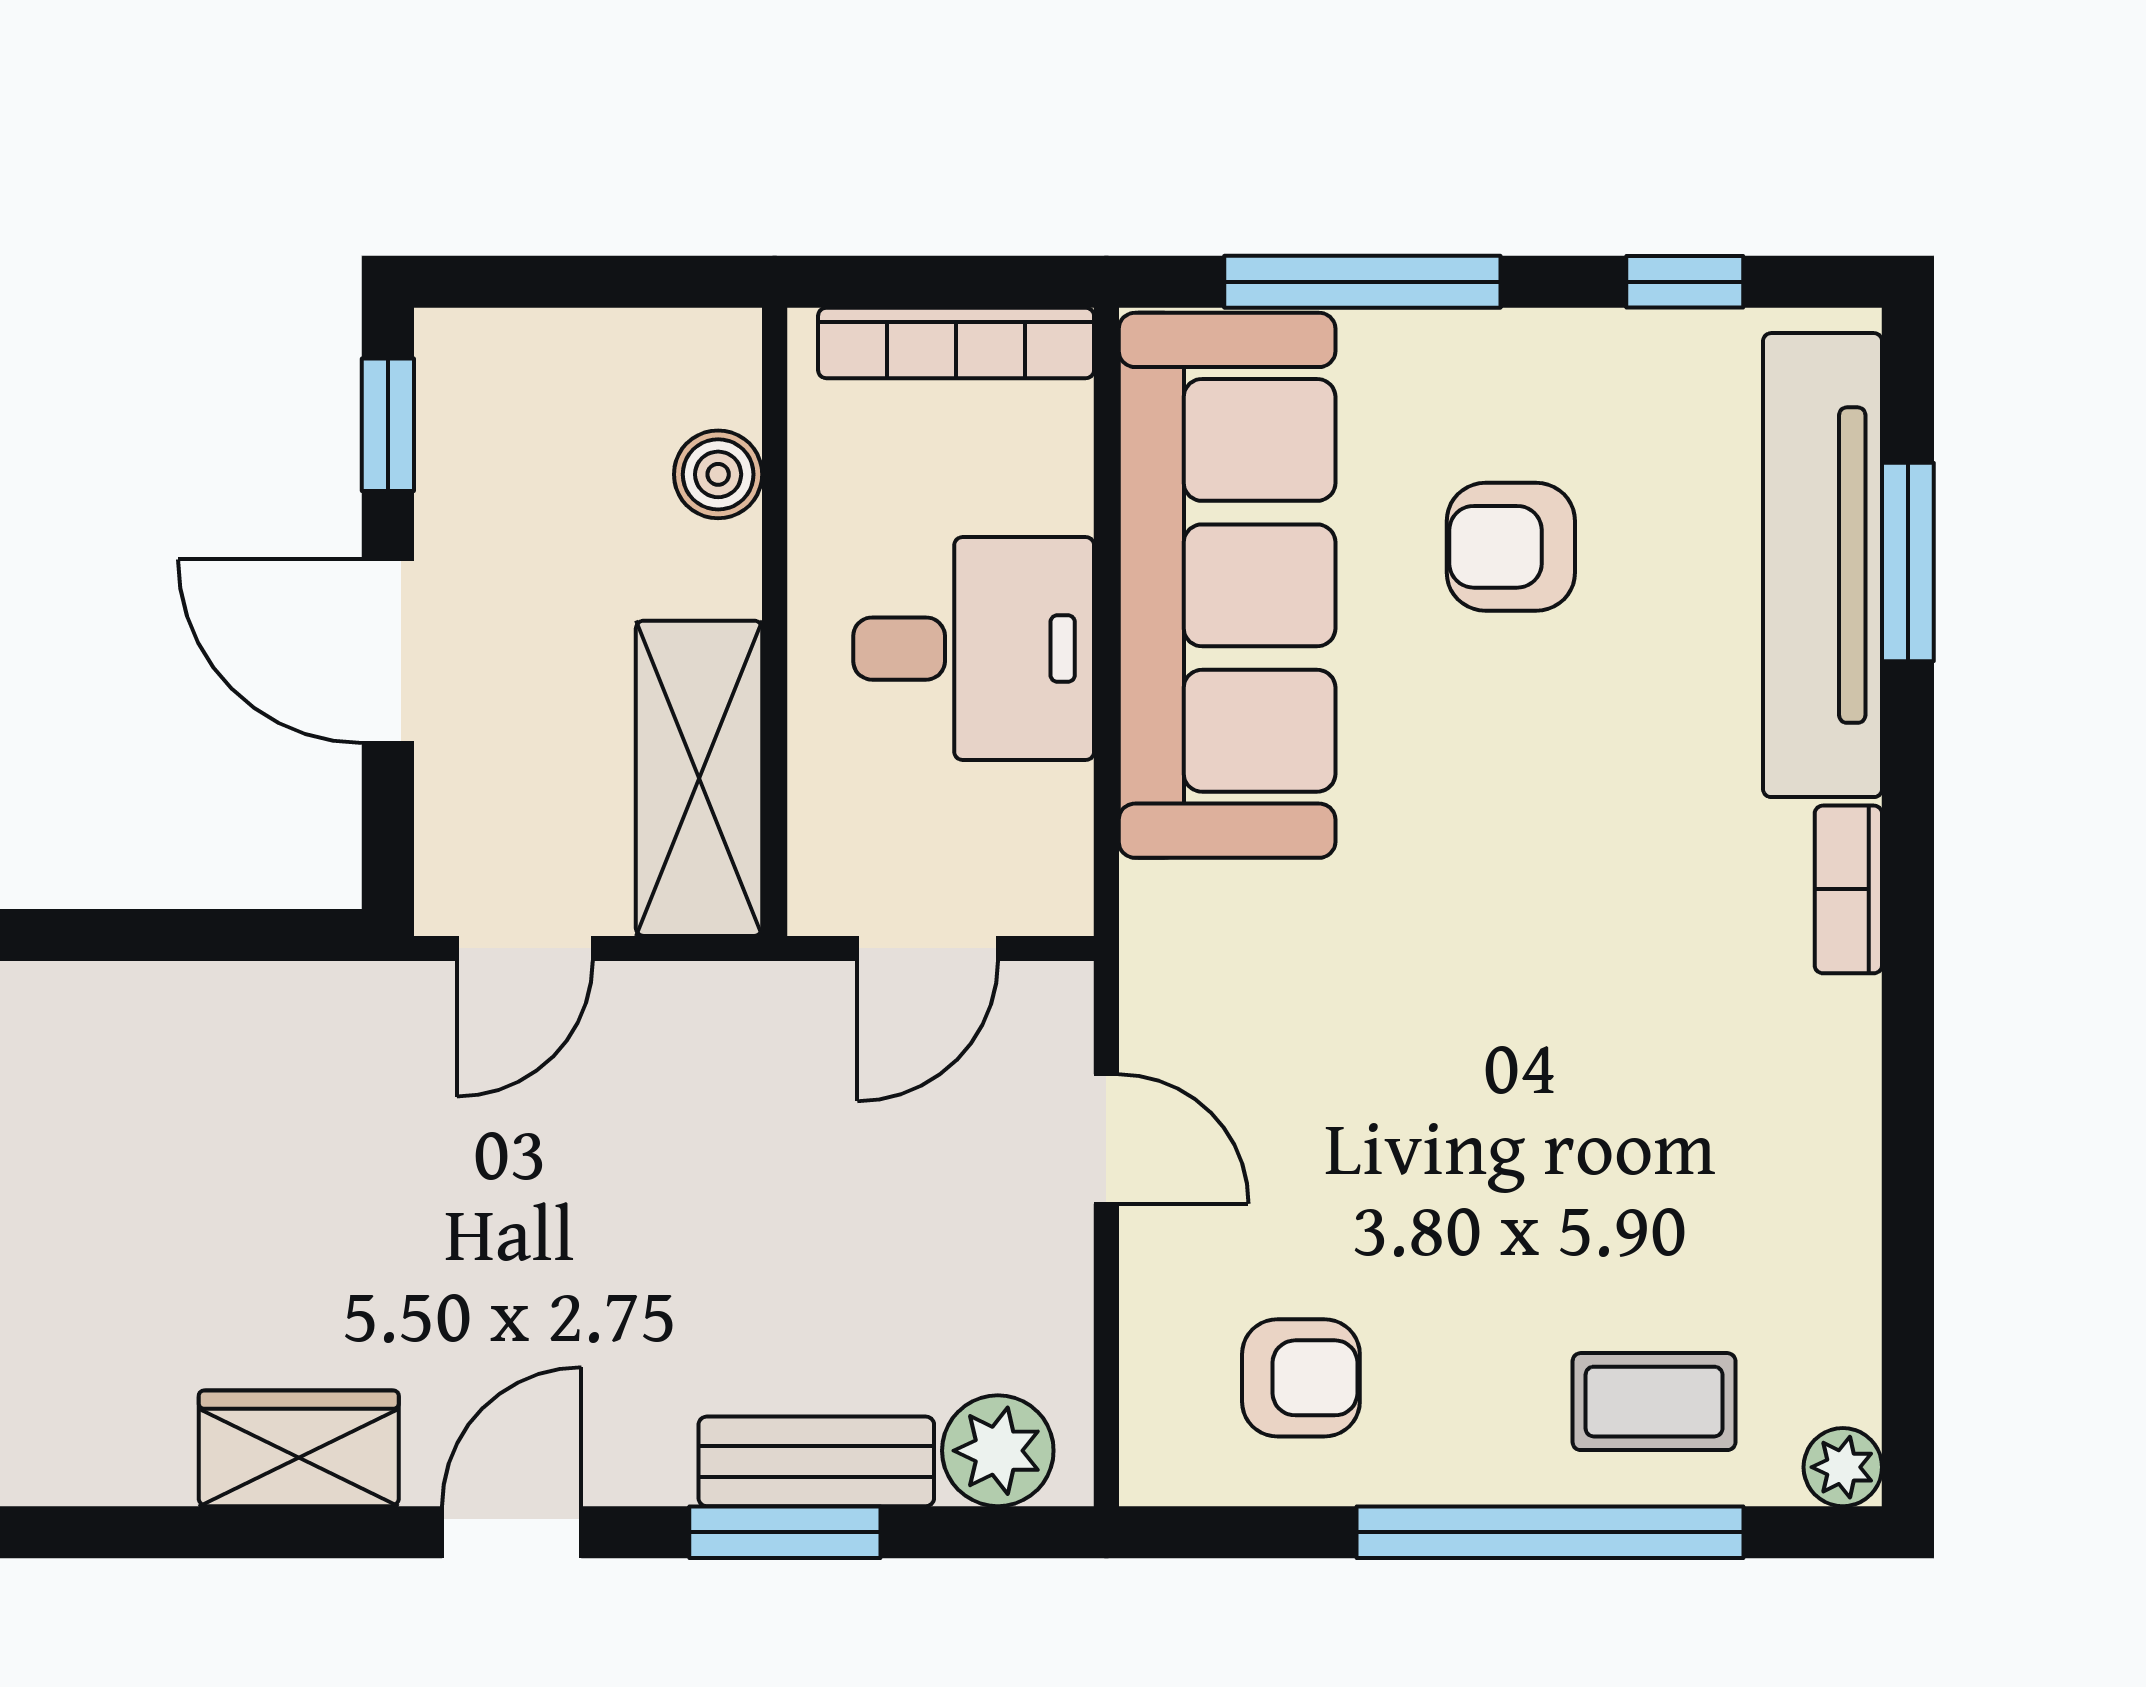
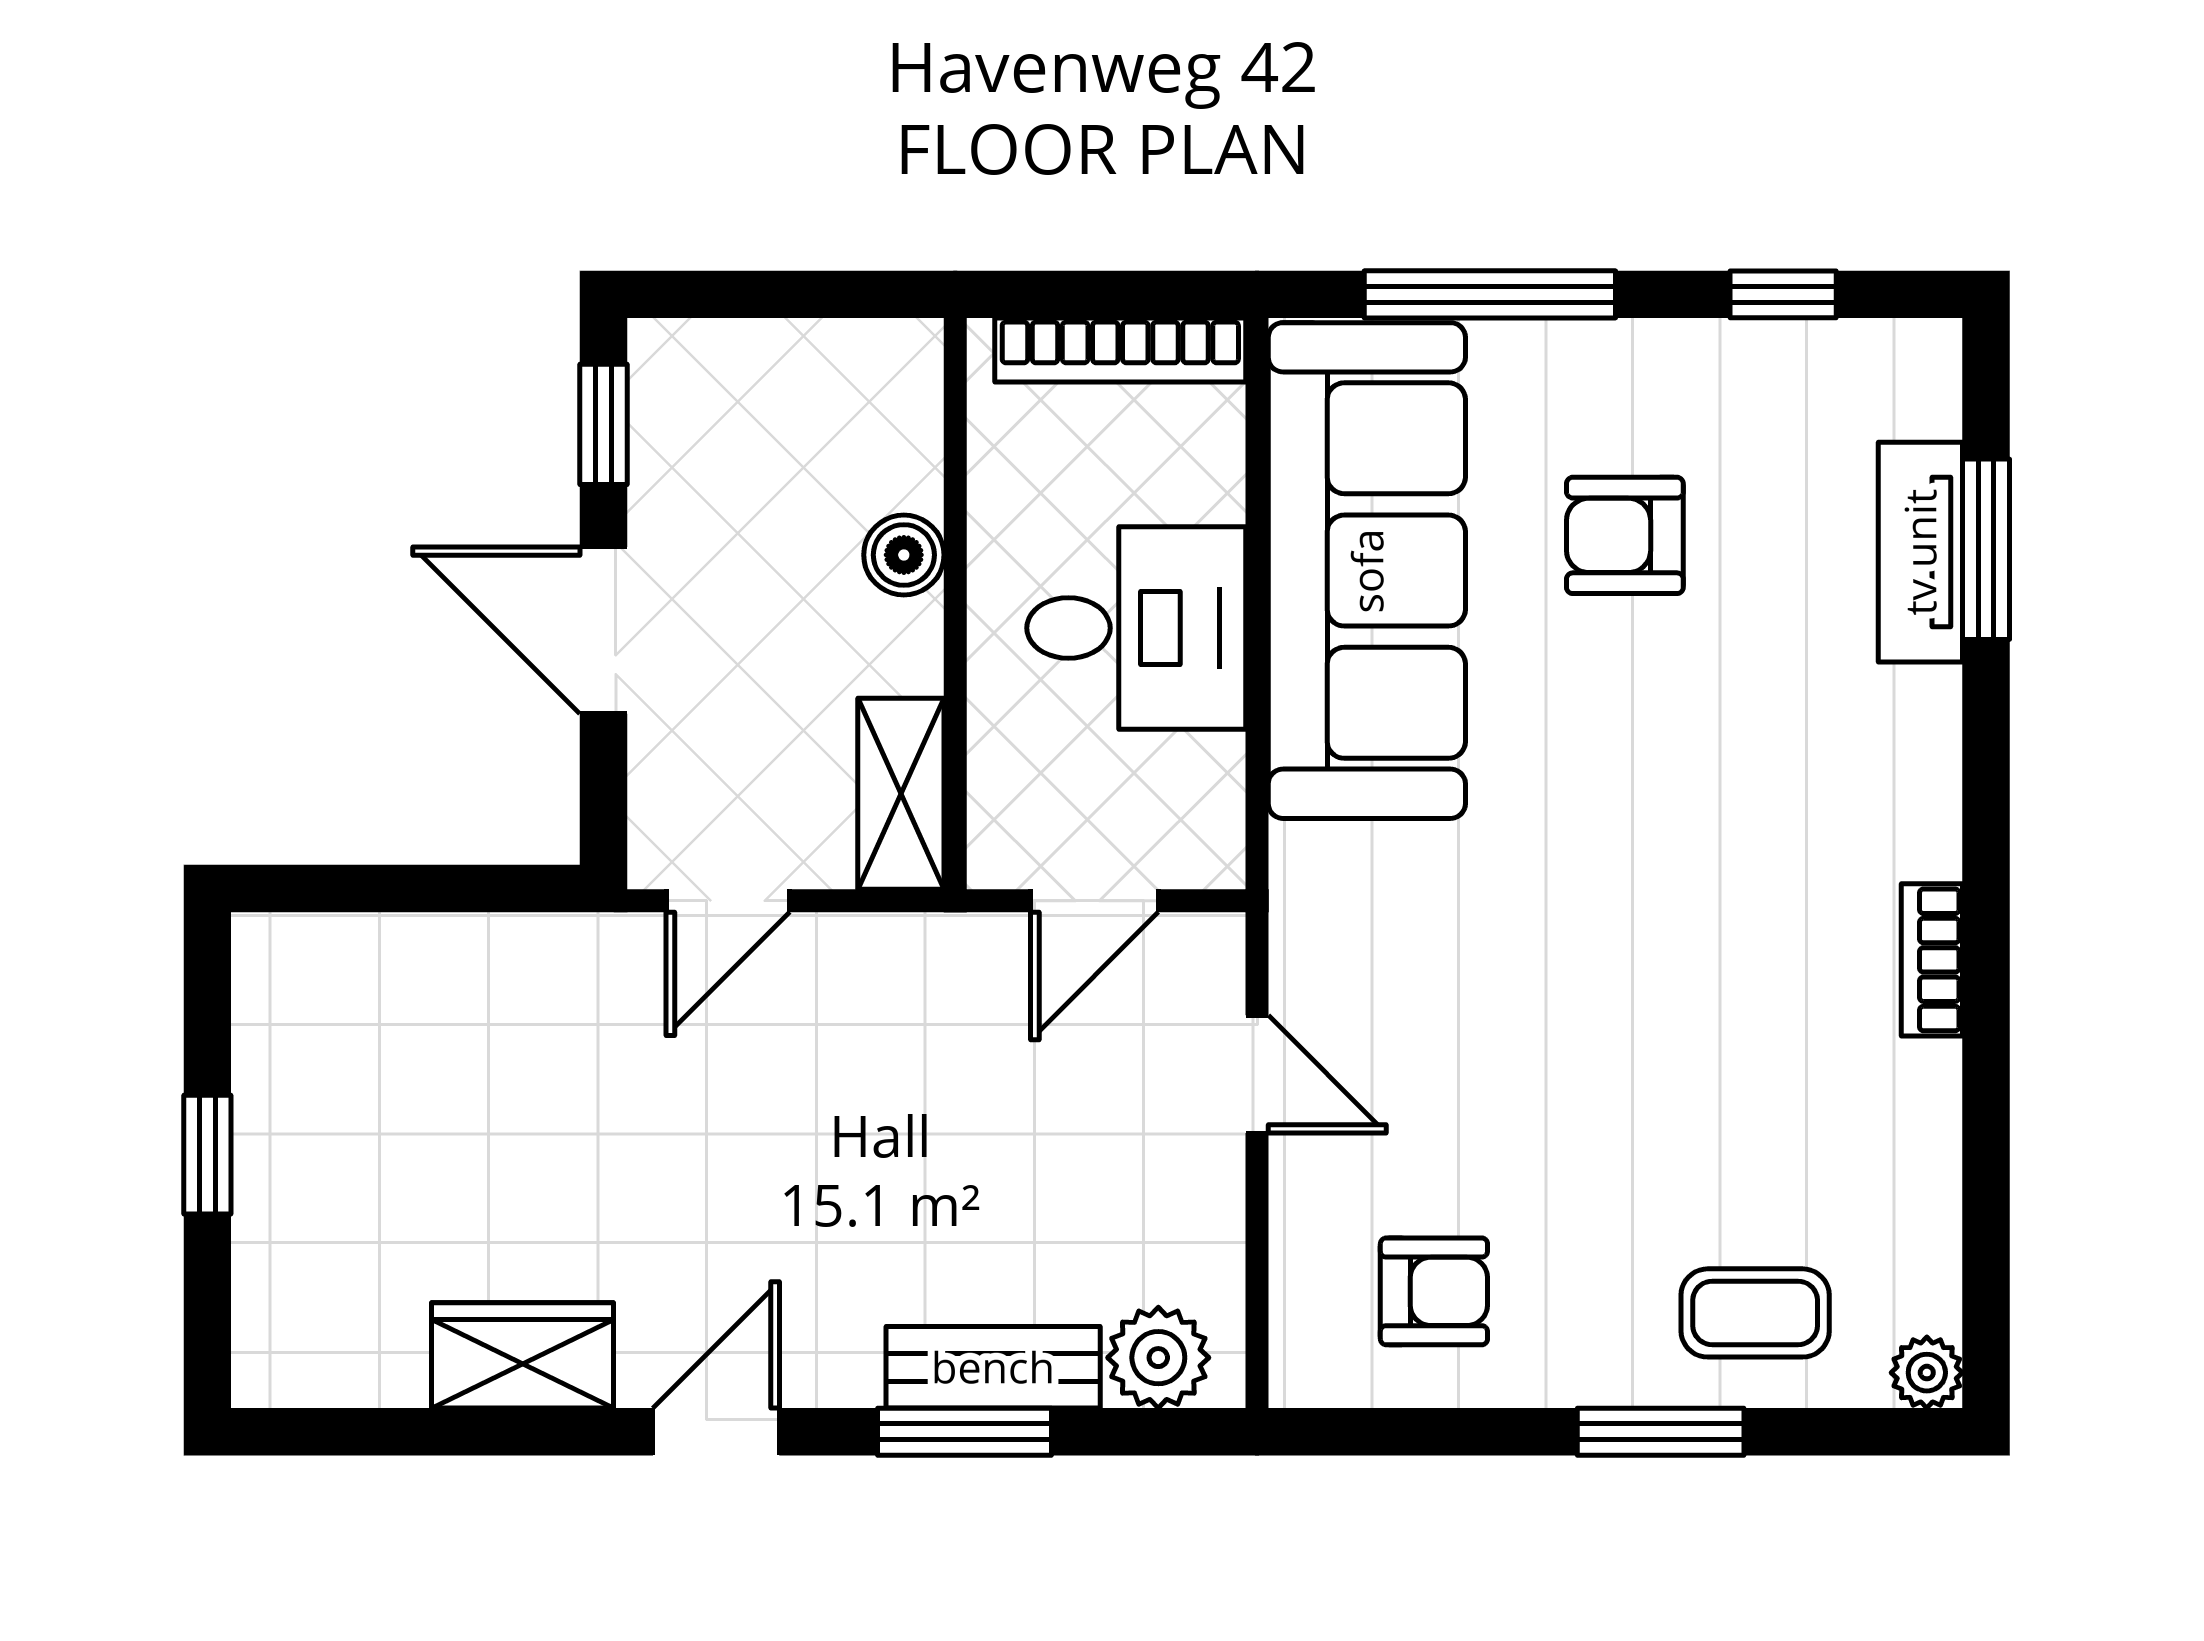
boiler: (718, 474) -> (904, 555), moved
tv unit: (1823, 565) -> (1920, 552), width x0.52, depth x0.78
shelving: (699, 778) -> (901, 794), width x0.67, depth x0.75
bookcase: (1848, 889) -> (1932, 960), moved
window: (1550, 1532) -> (1661, 1432), width x0.47

